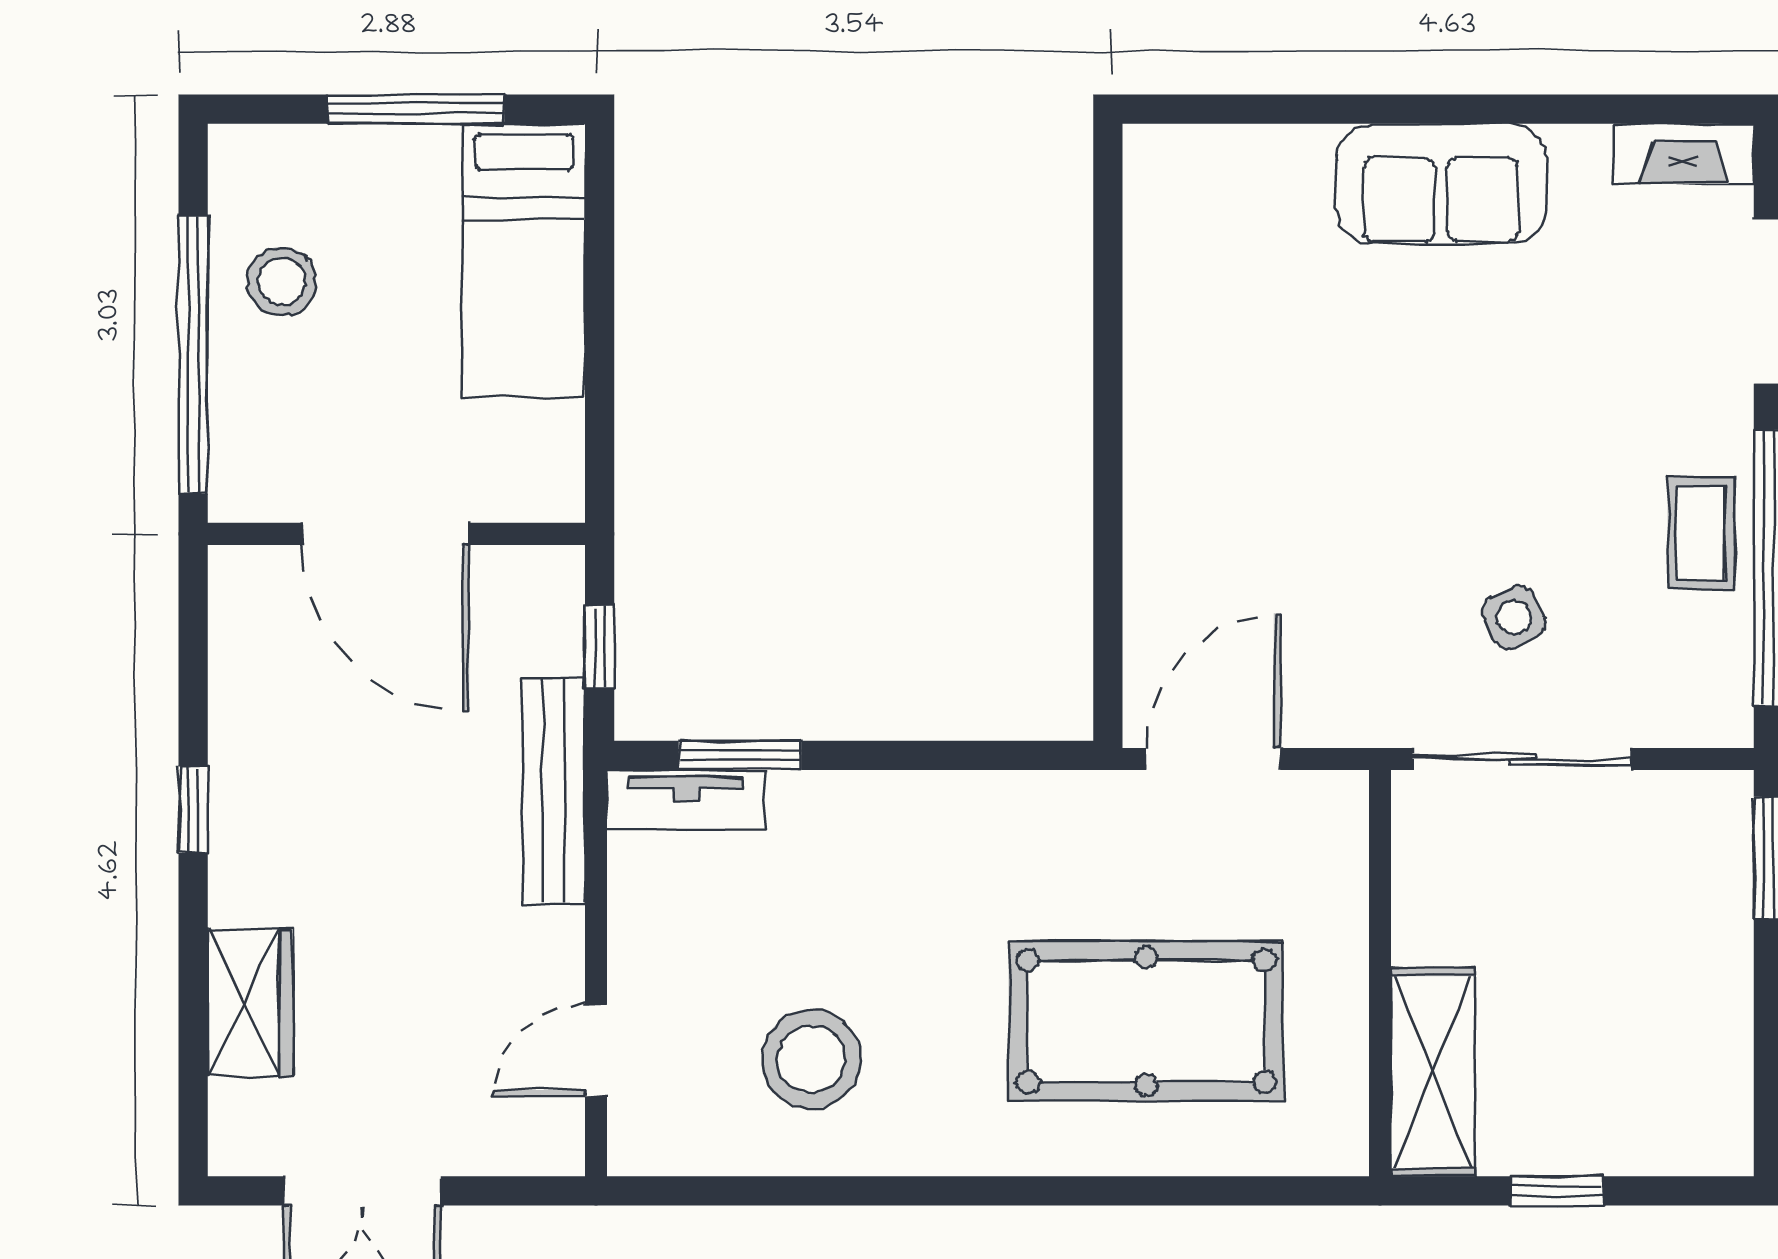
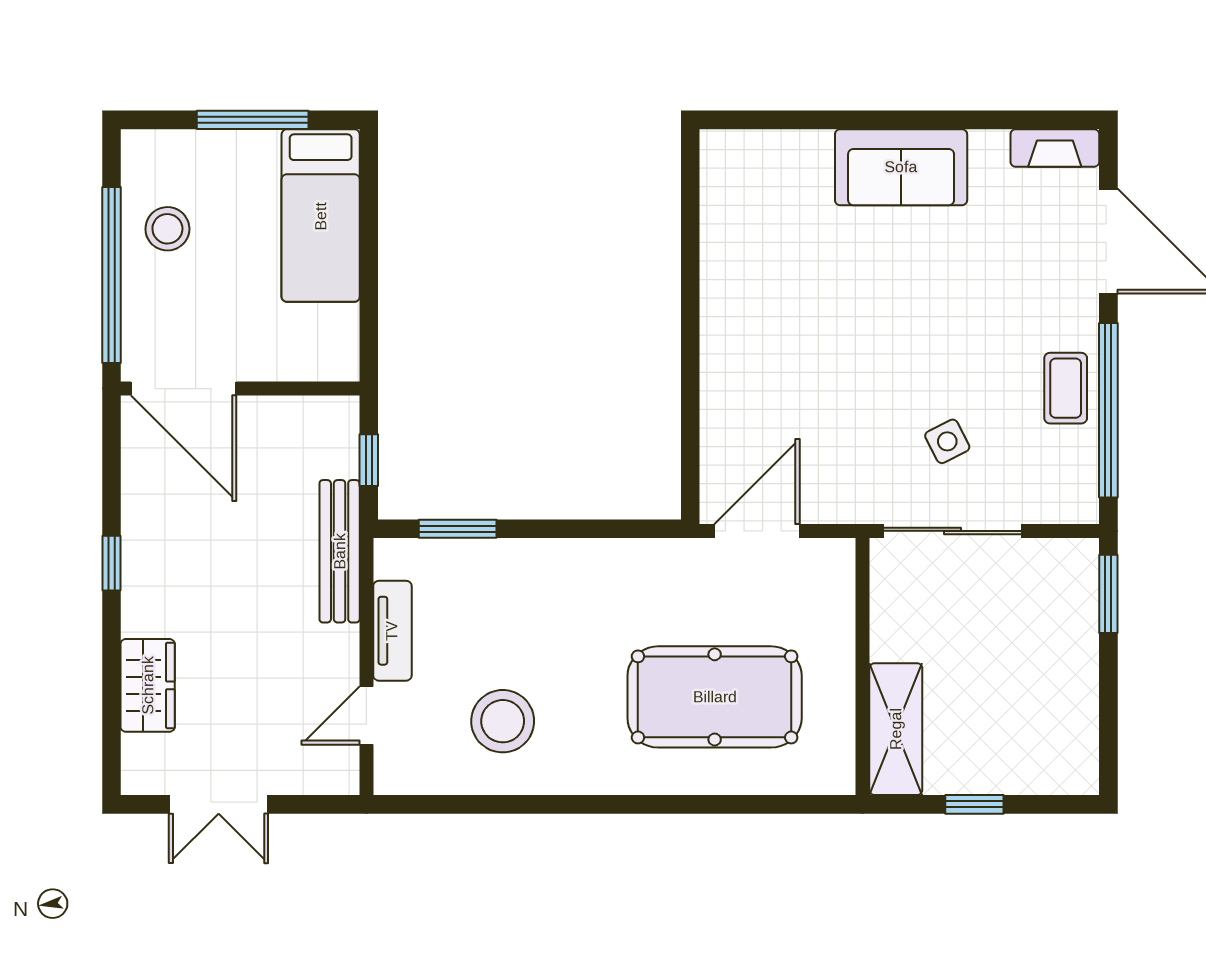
door: (386, 534) -> (184, 389), moved
tv unit: (686, 800) -> (392, 631), moved, turned -90

